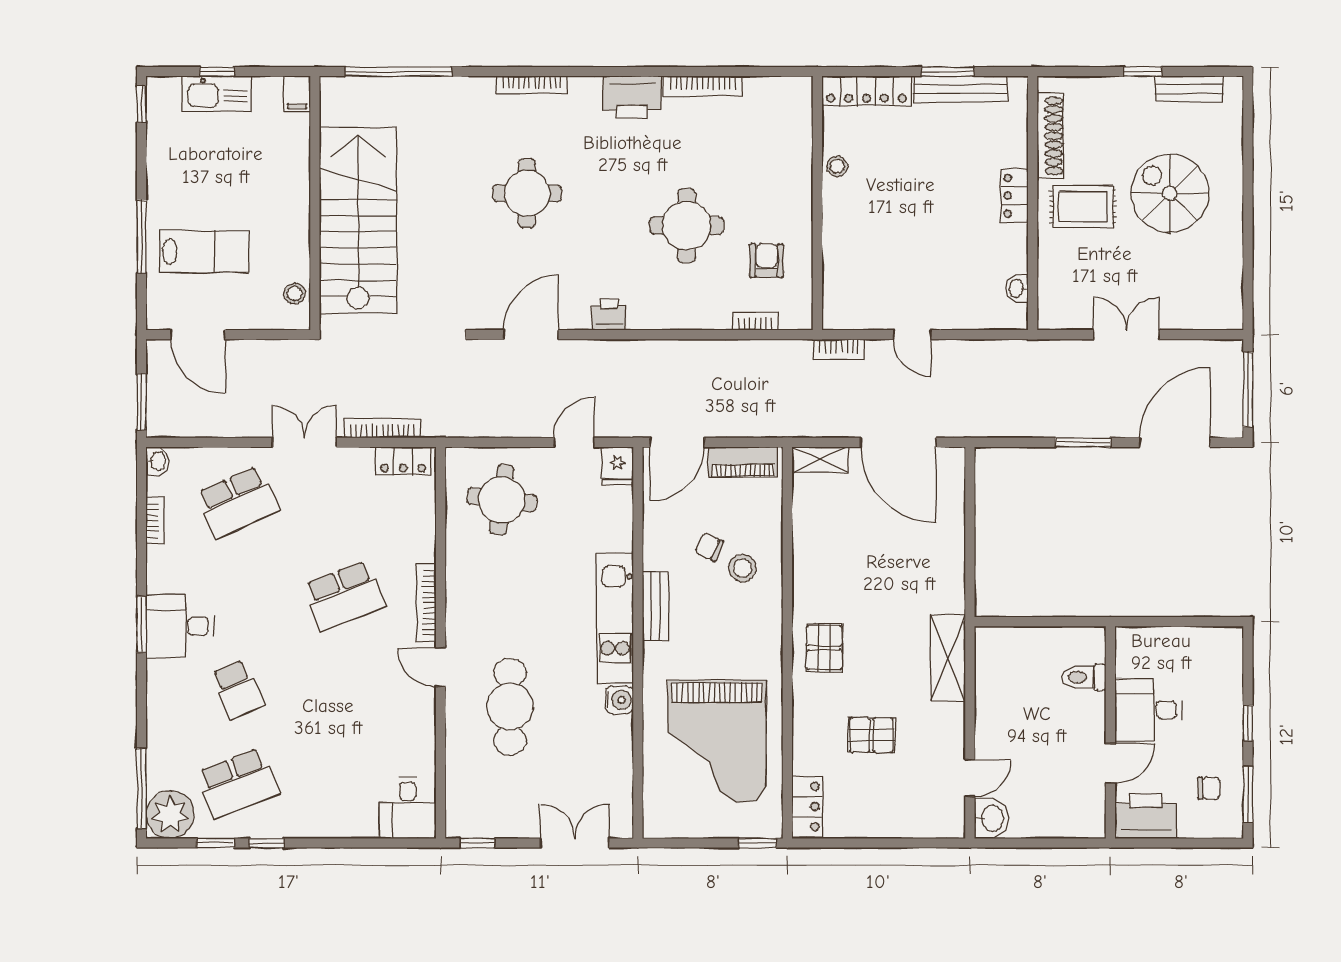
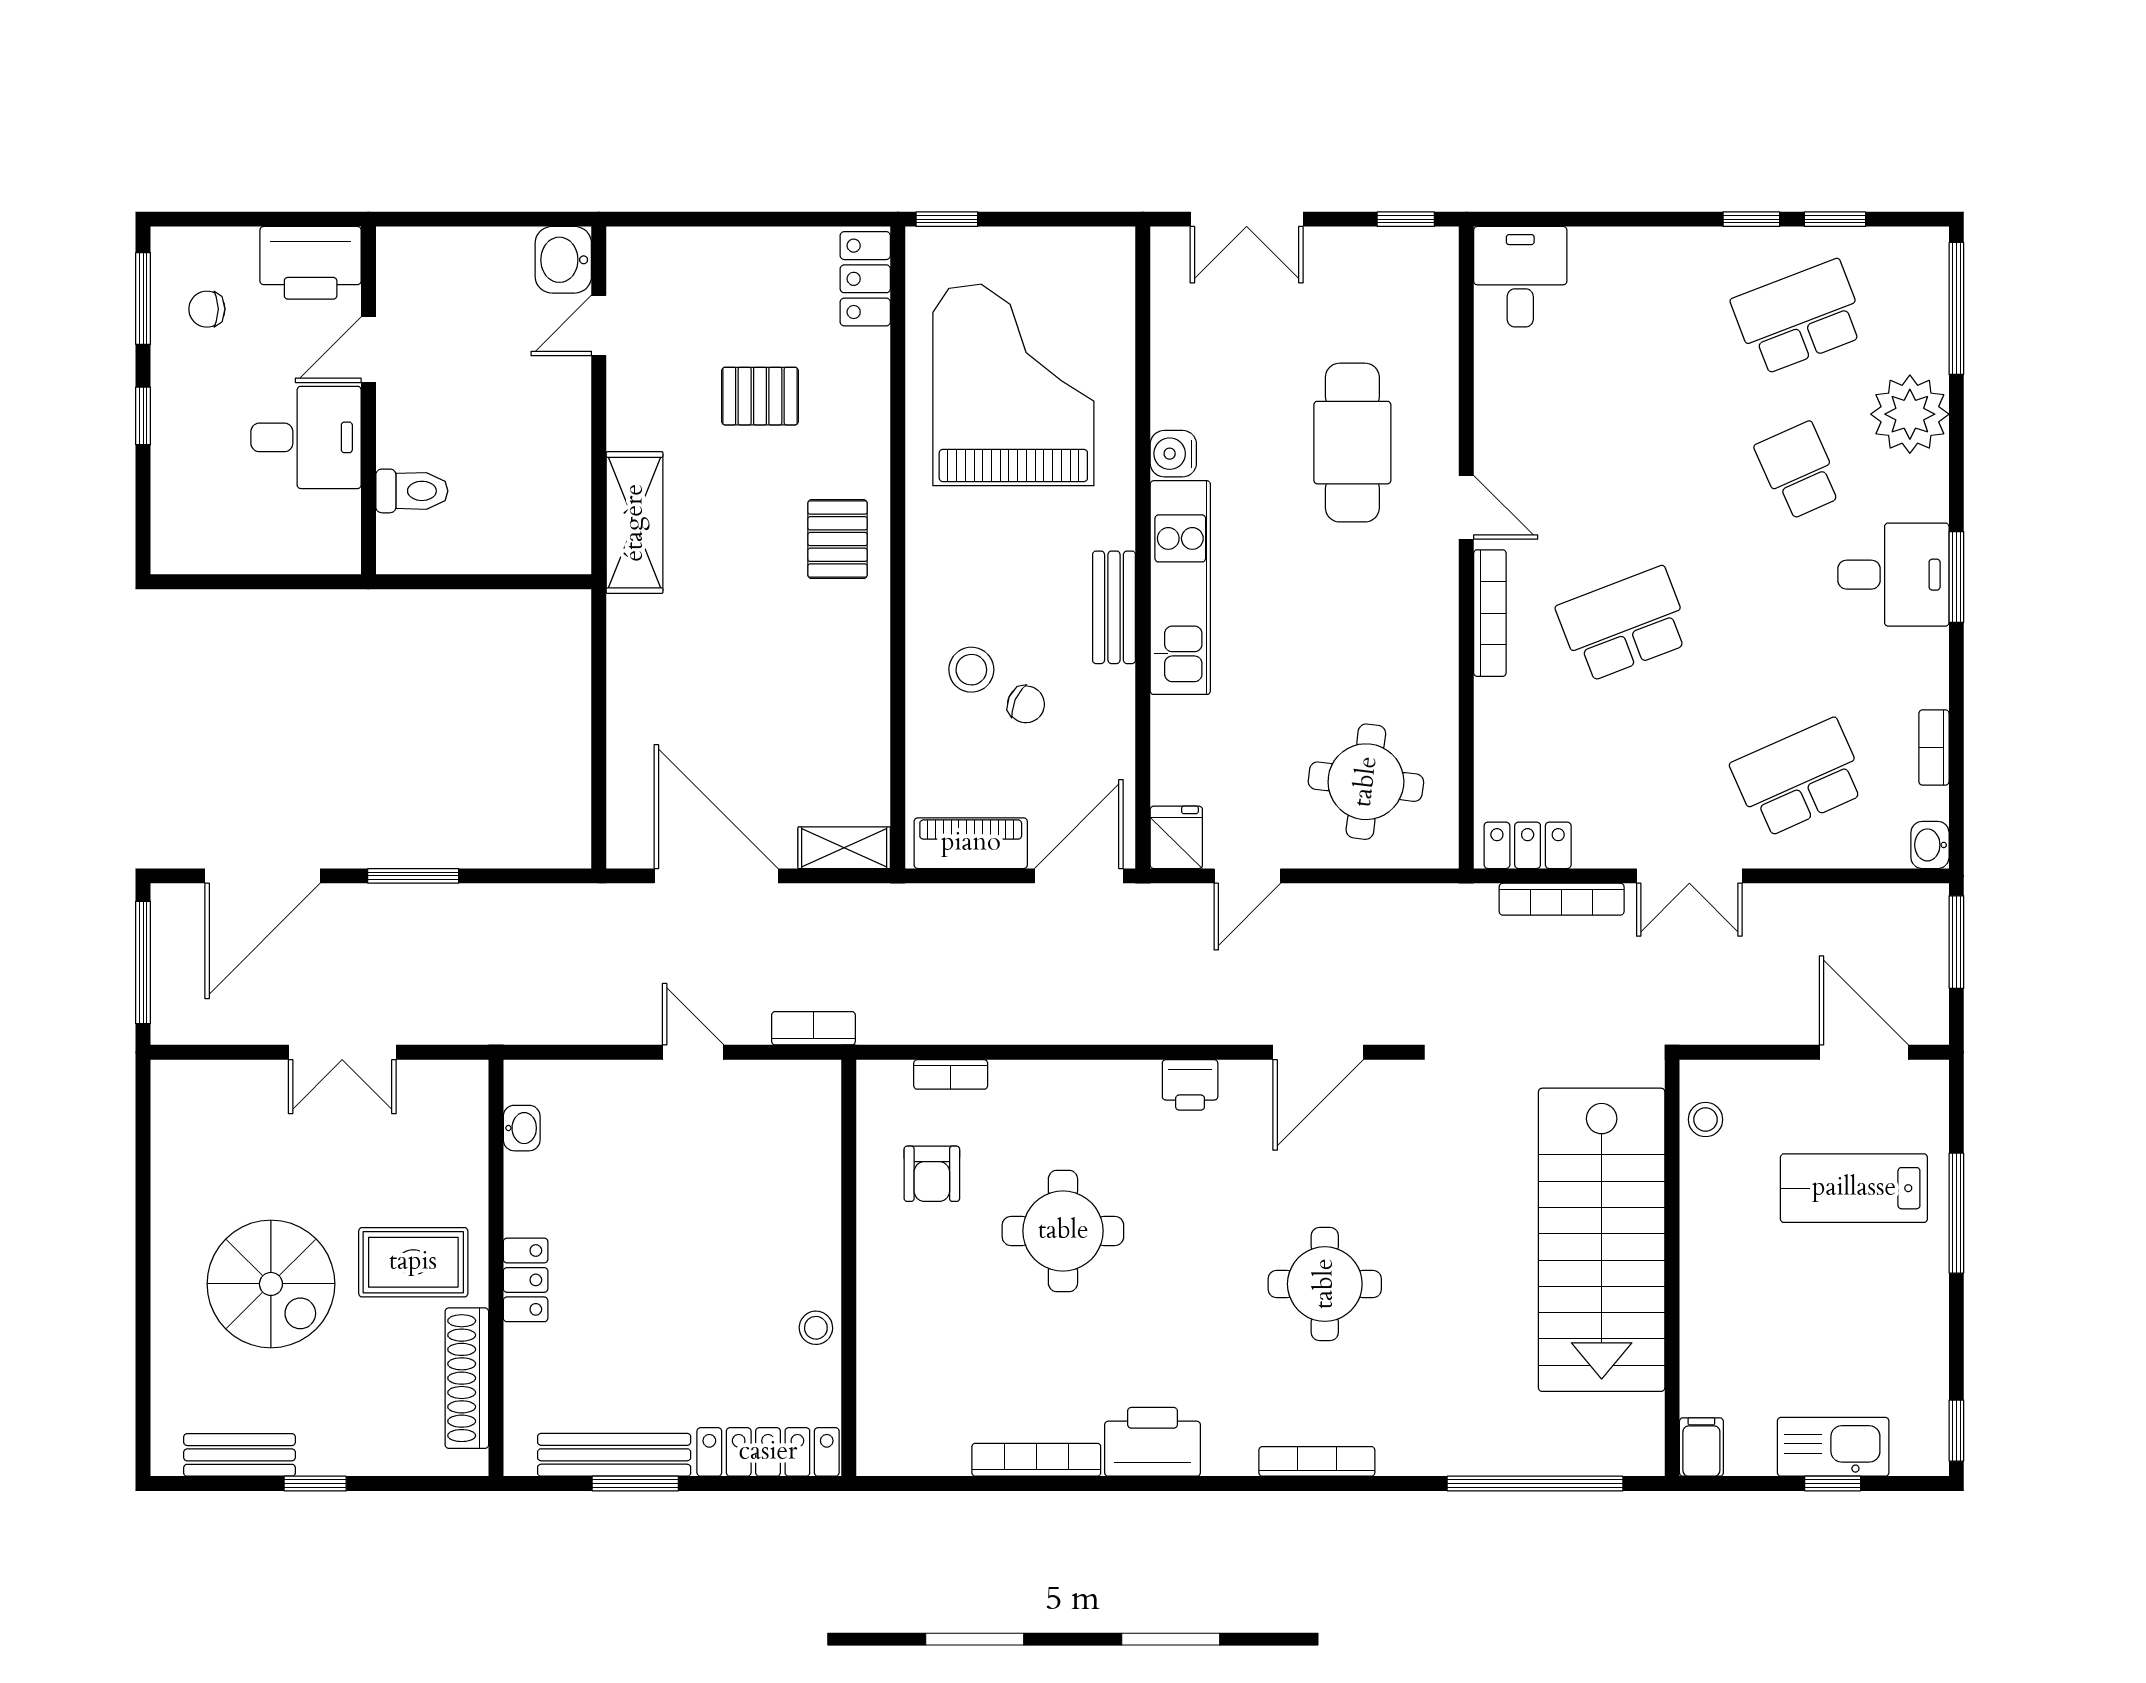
plant: (170, 815) -> (1910, 414), moved

